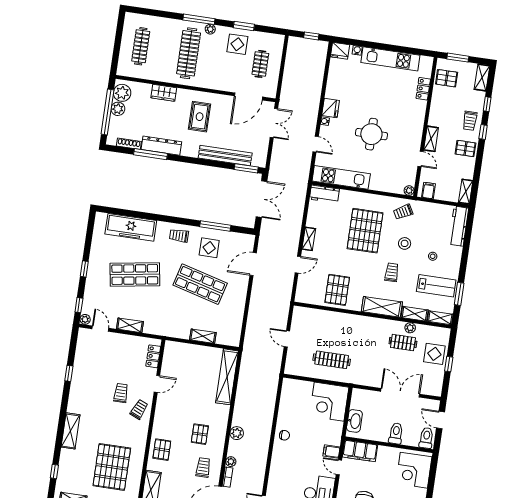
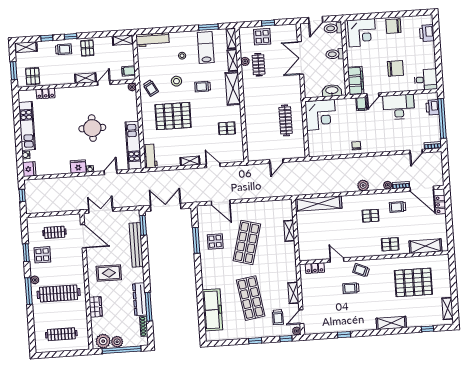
trolley: (179, 236) -> (278, 317), moved
pallet: (337, 290) -> (227, 128), width x0.67, depth x0.71

